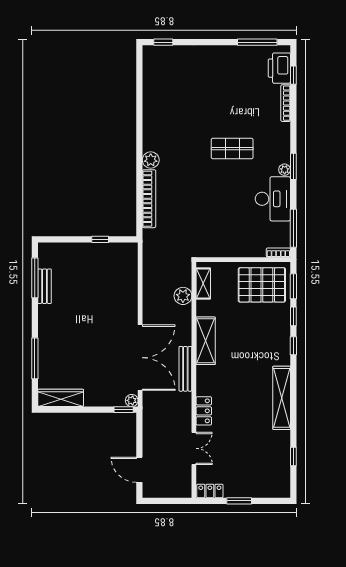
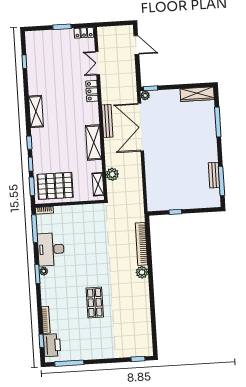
shop shelf: (232, 149) -> (95, 303), moved, turned 90
shelving: (282, 398) -> (36, 111), width x0.68

